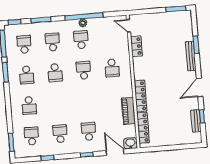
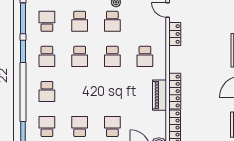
school desk: (81, 40) -> (112, 21), turned 180
school desk: (53, 42) -> (80, 21), turned 180
school desk: (84, 70) -> (112, 56), turned 180
piano: (128, 111) -> (160, 95), moved

